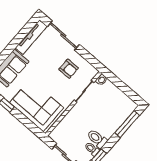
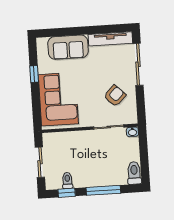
armchair: (69, 69) -> (115, 96), turned -135
window: (127, 124) -> (103, 190), moved
toilet: (97, 139) -> (134, 173), moved

